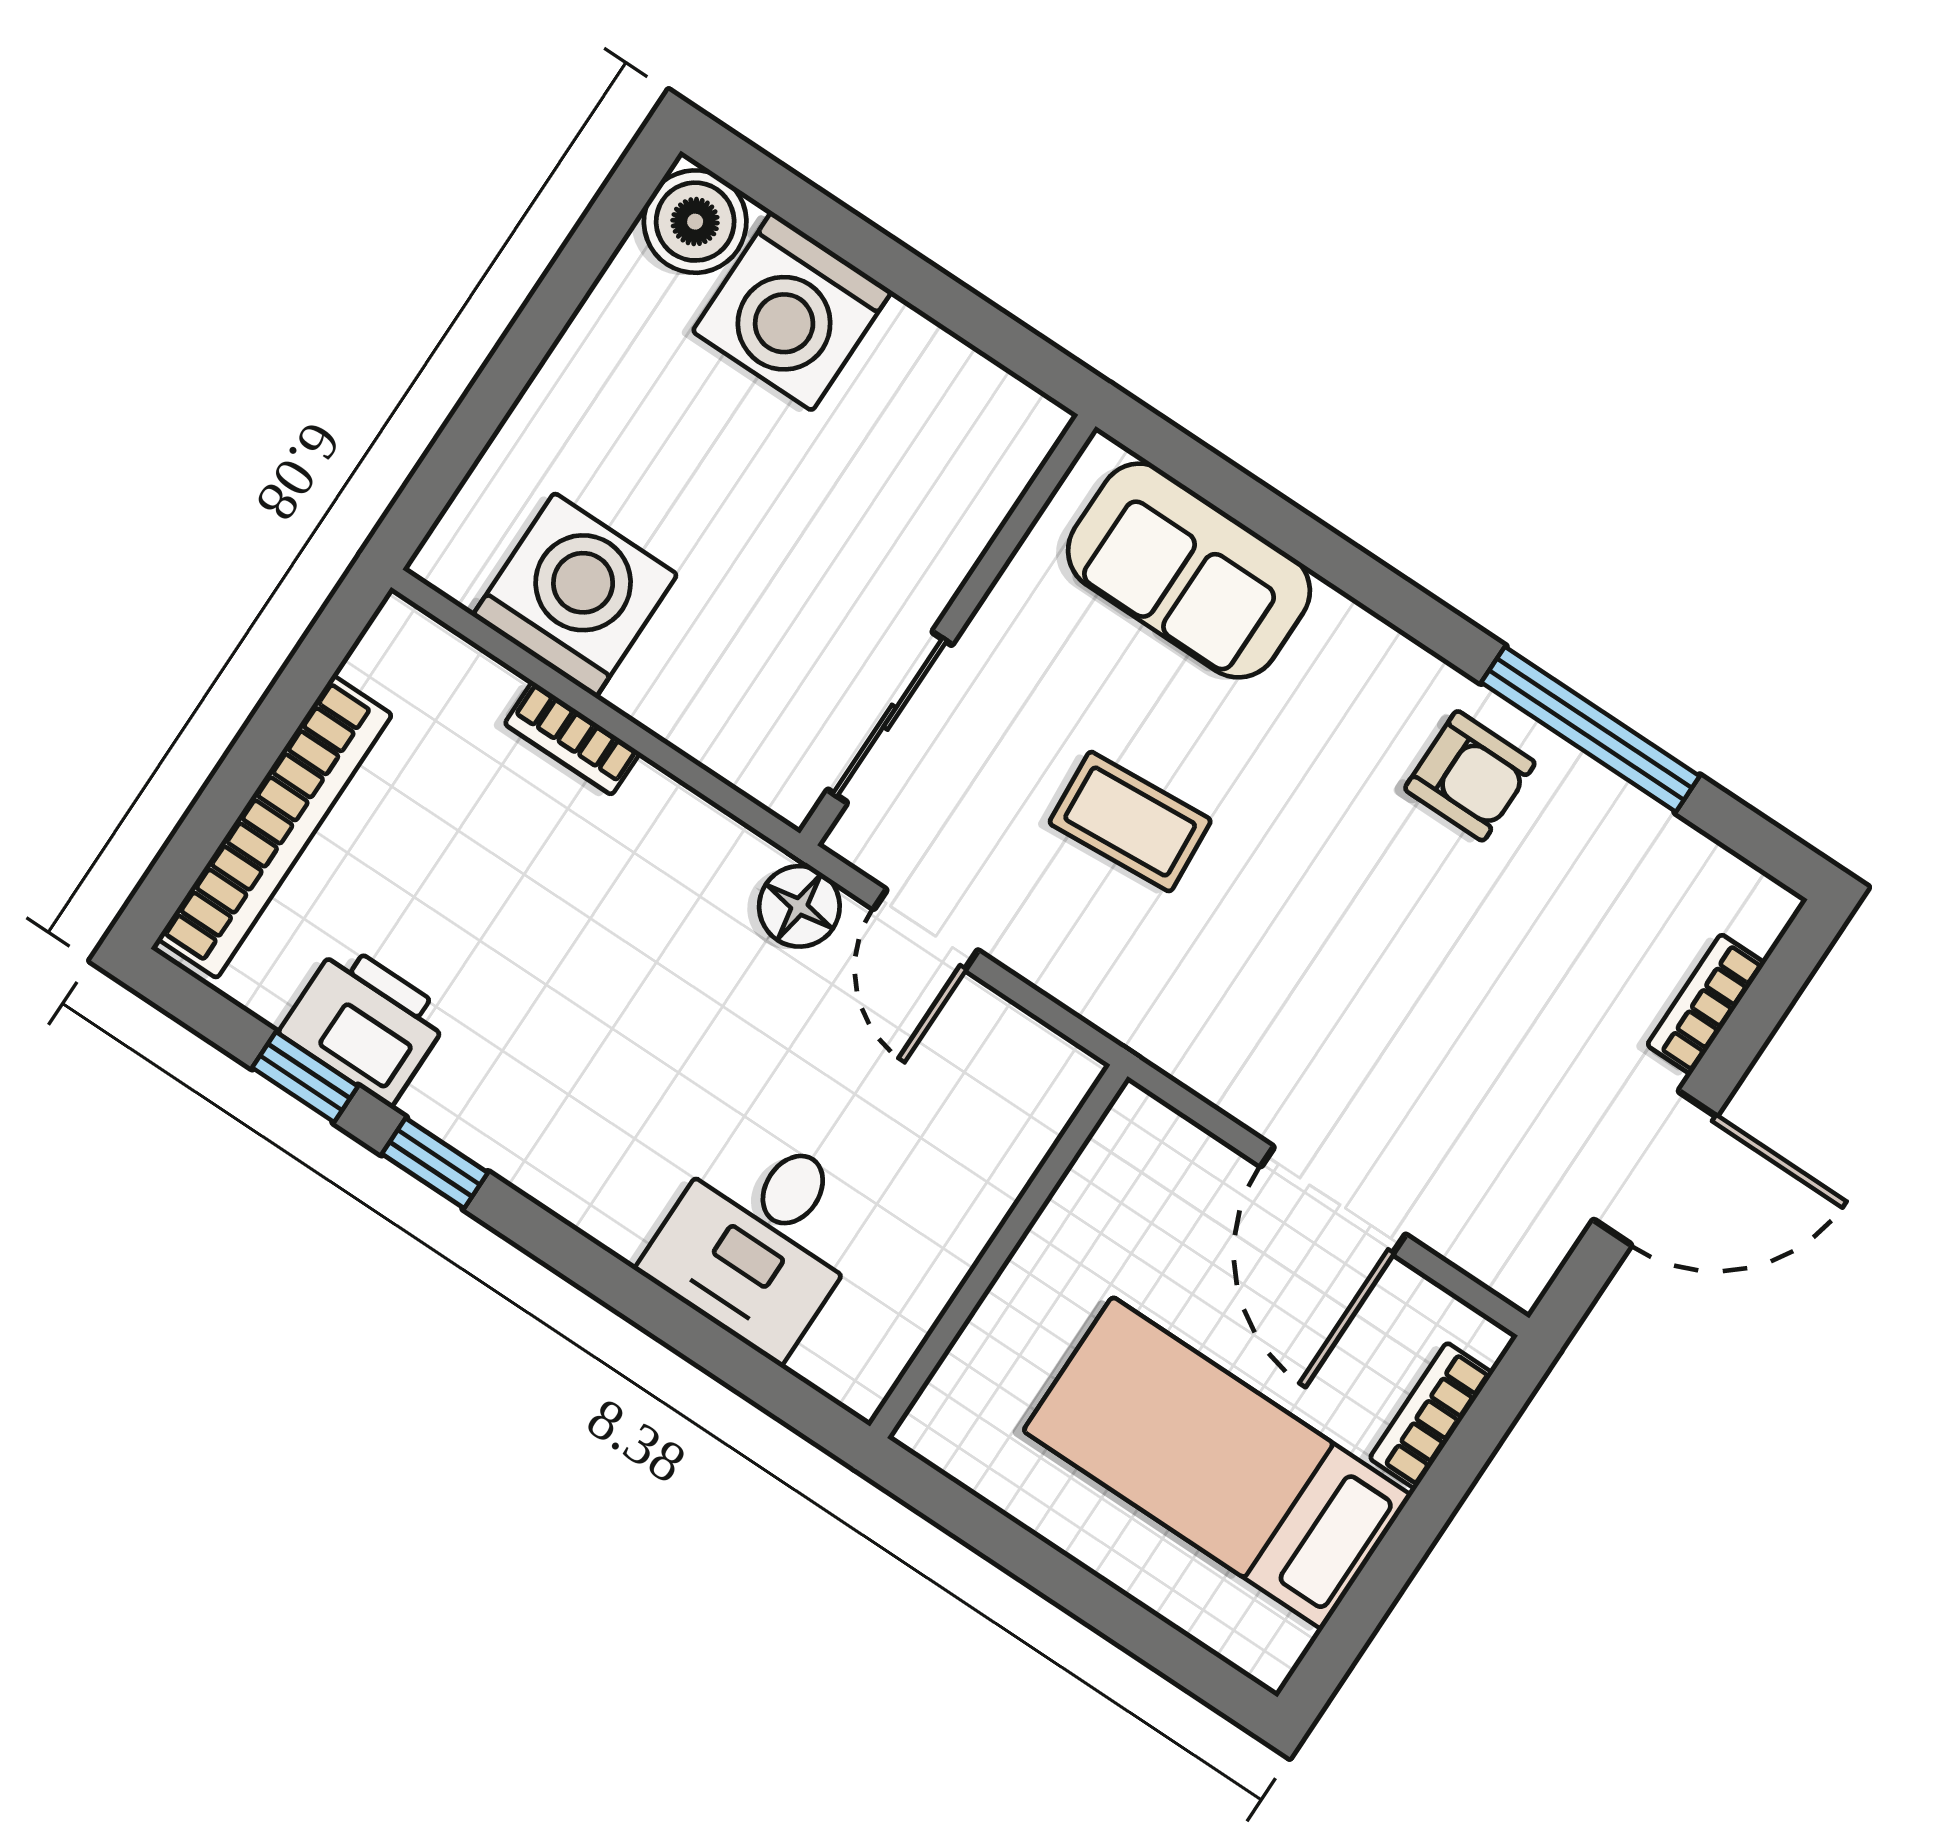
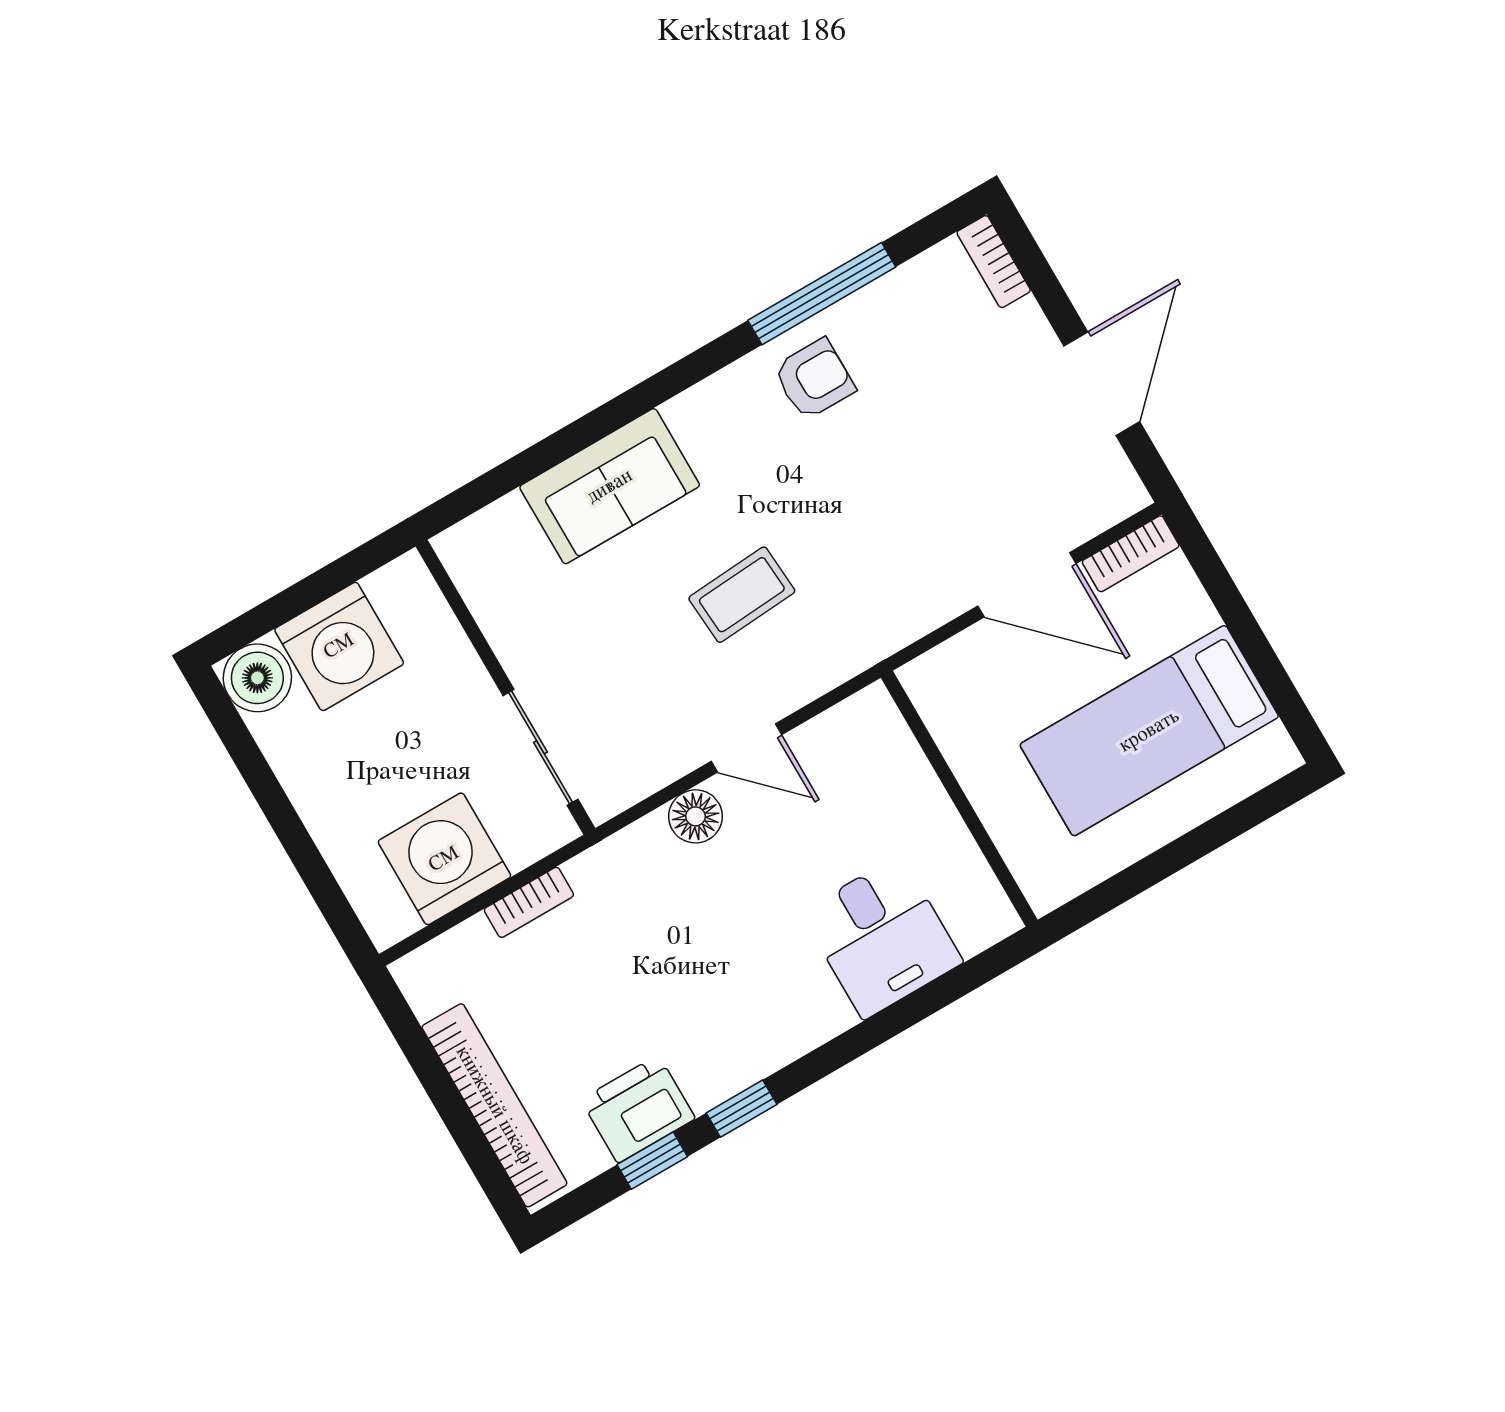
wall: (948, 630) -> (506, 687), moved
sliding door: (890, 717) -> (540, 747), moved
bookcase: (1706, 1004) -> (994, 262), moved
bookcase: (1431, 1416) -> (1131, 554), moved, turned -90

